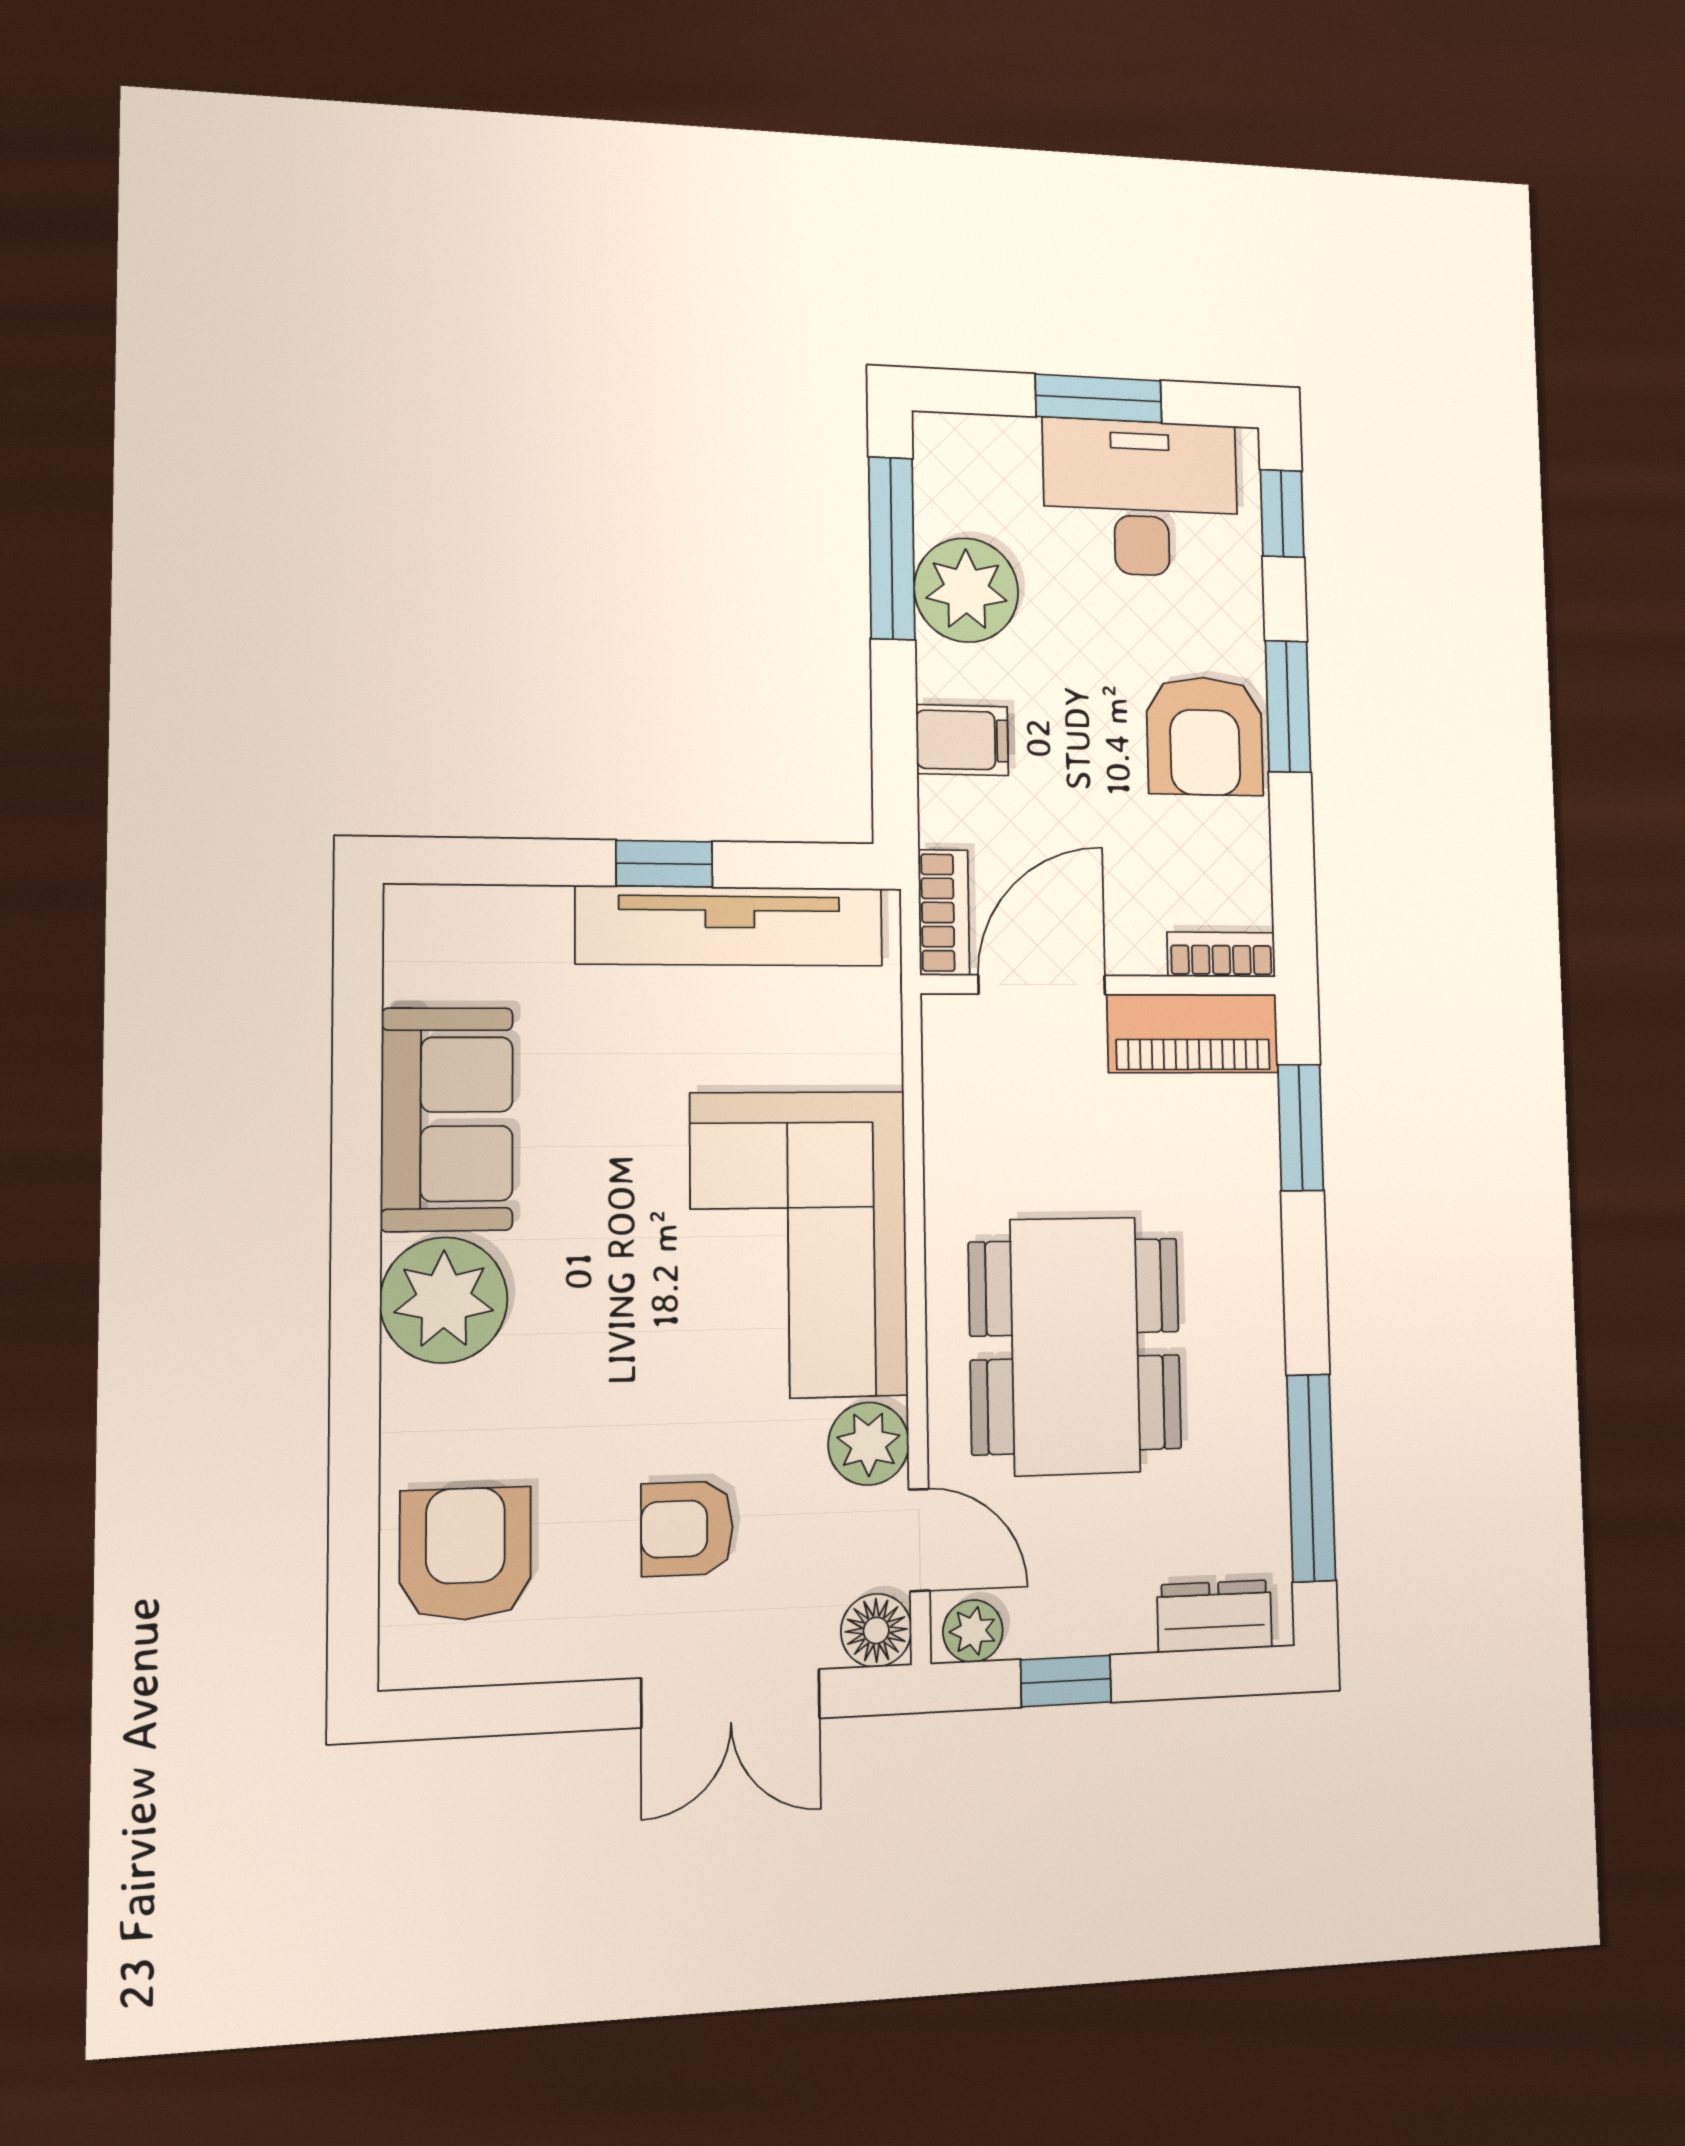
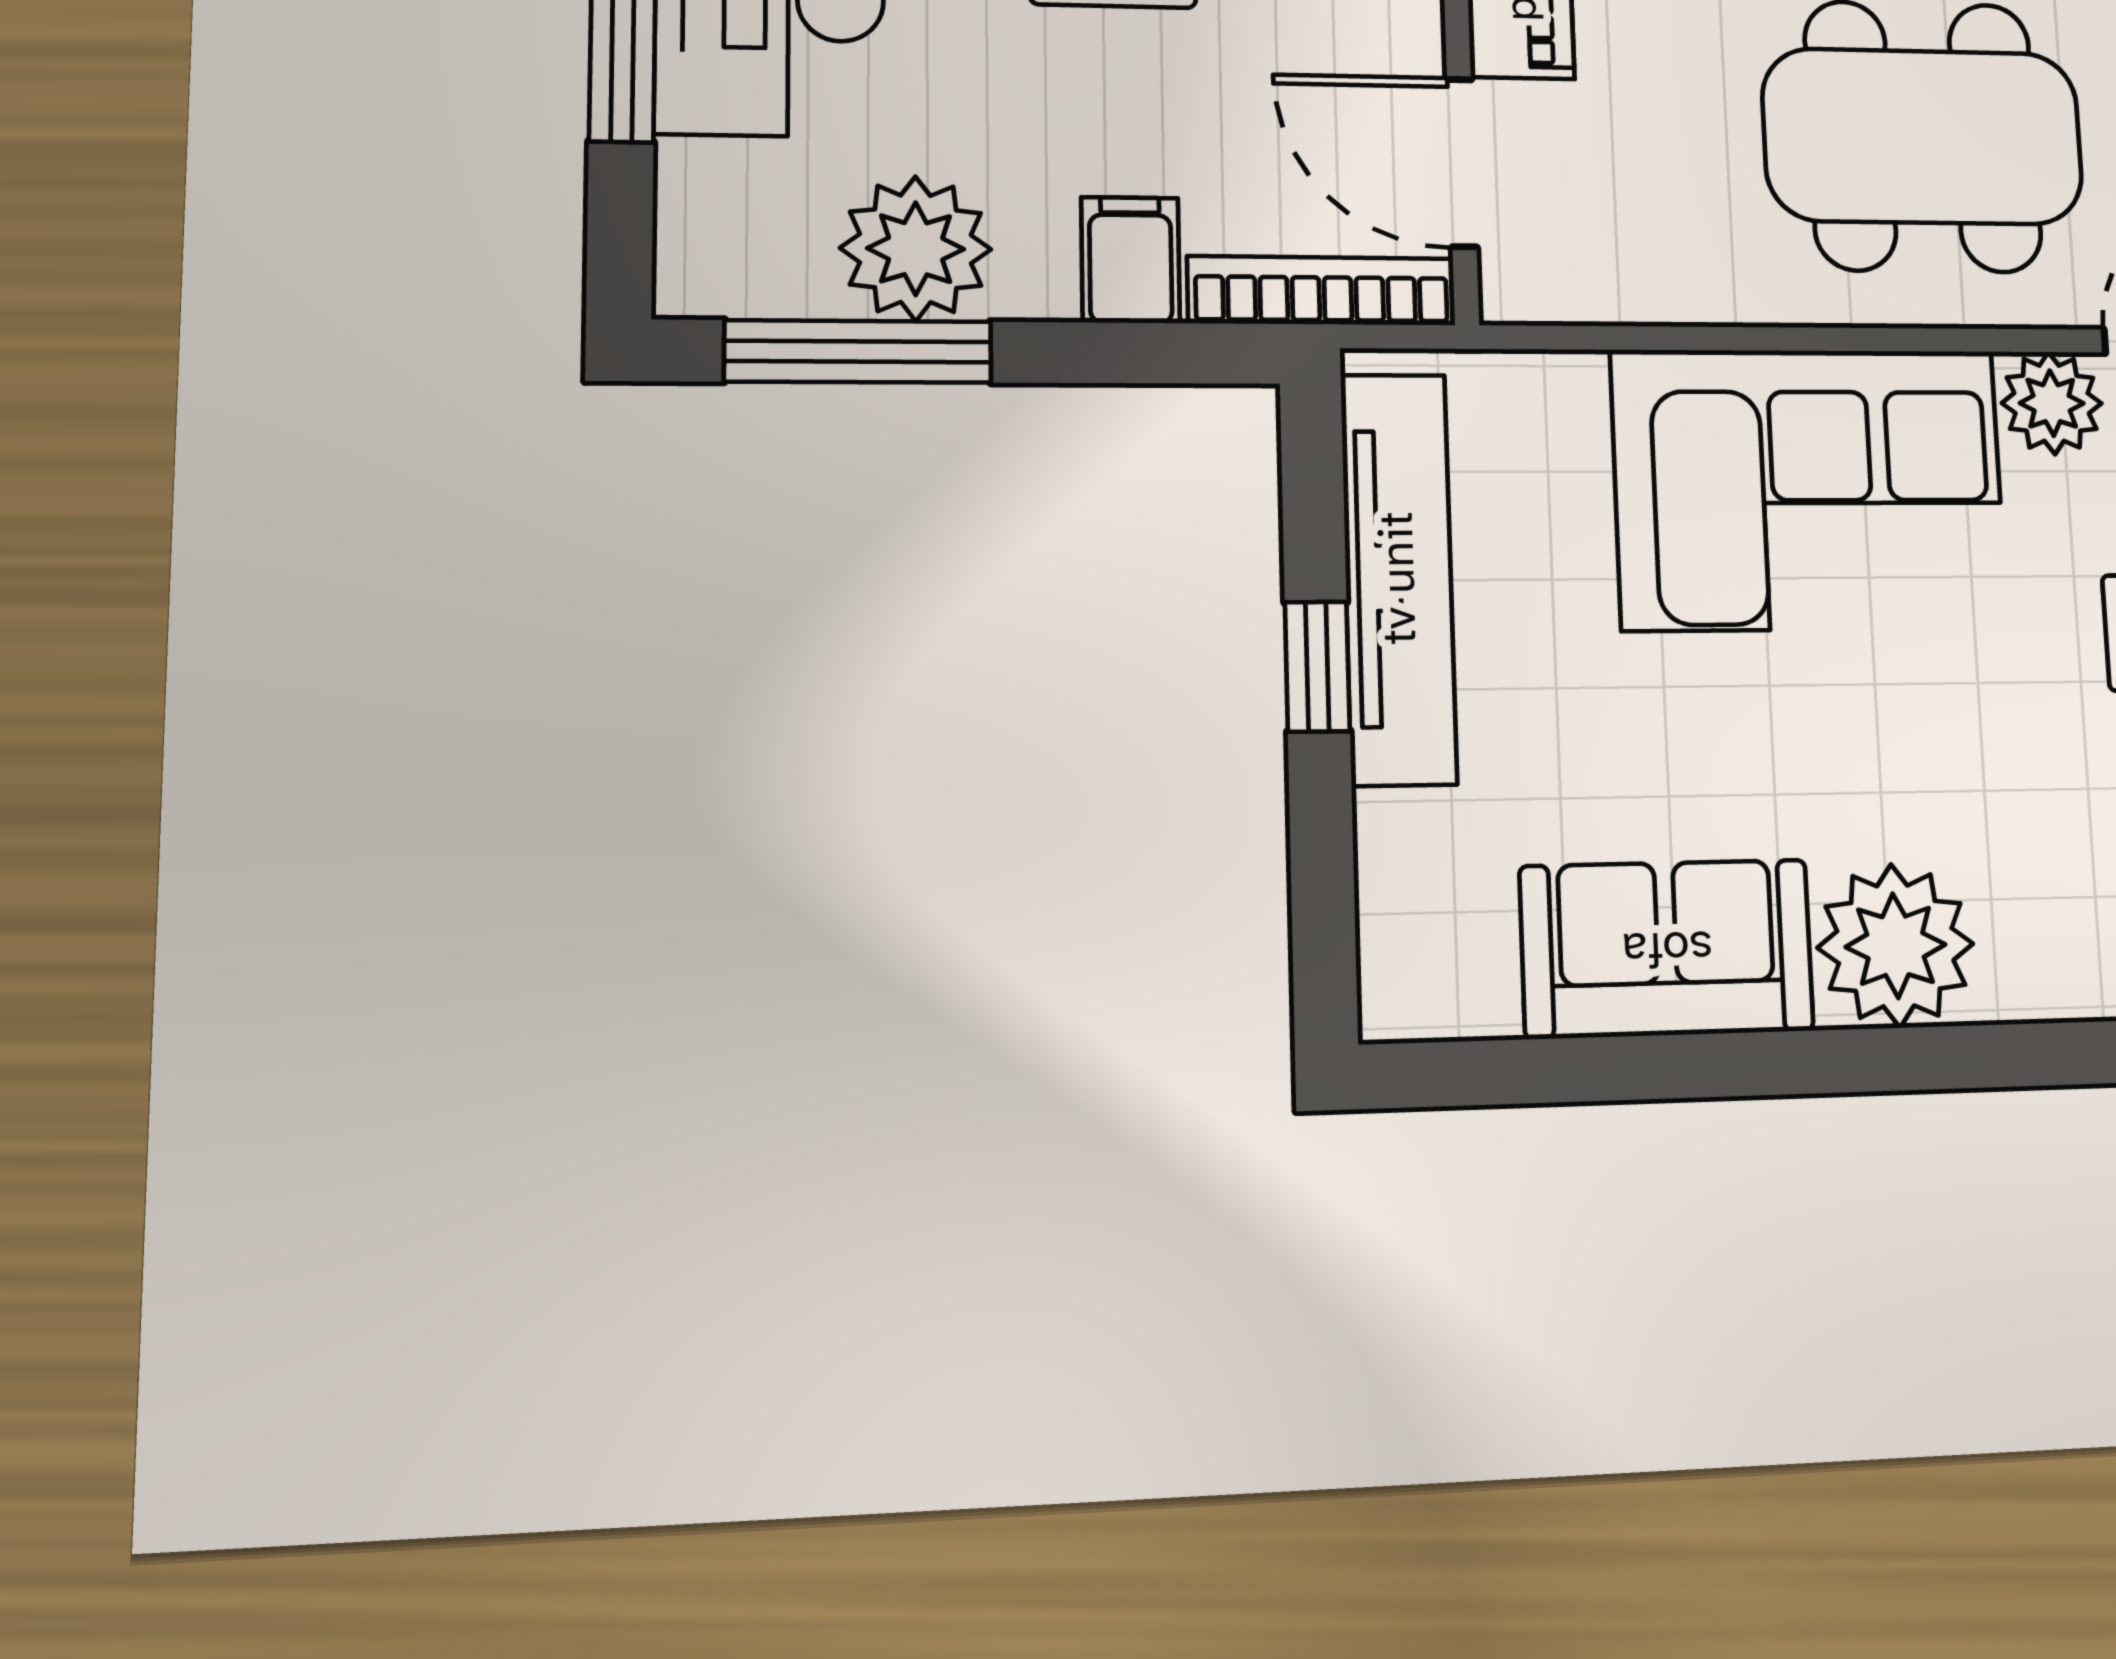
bookcase: (944, 913) -> (1322, 291), width x1.56

